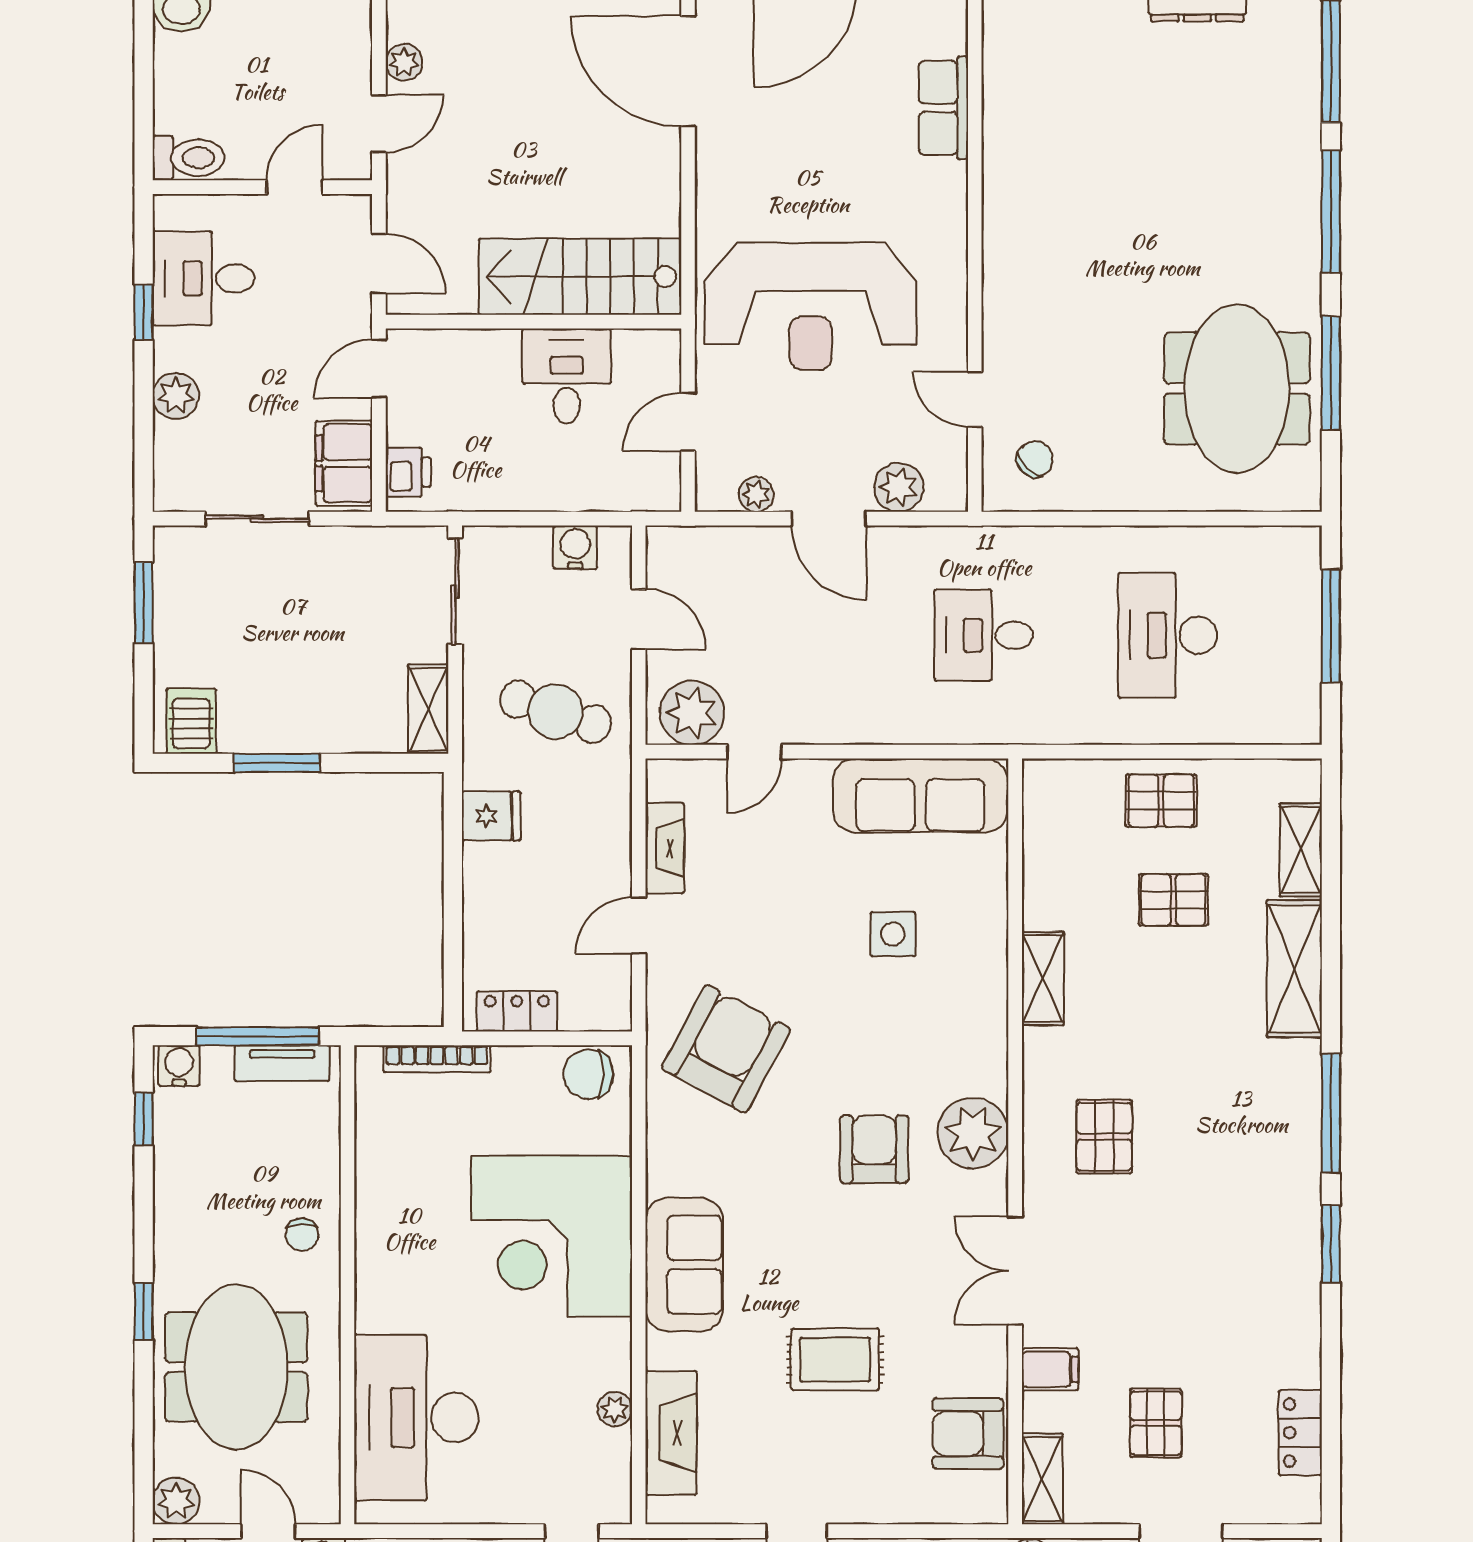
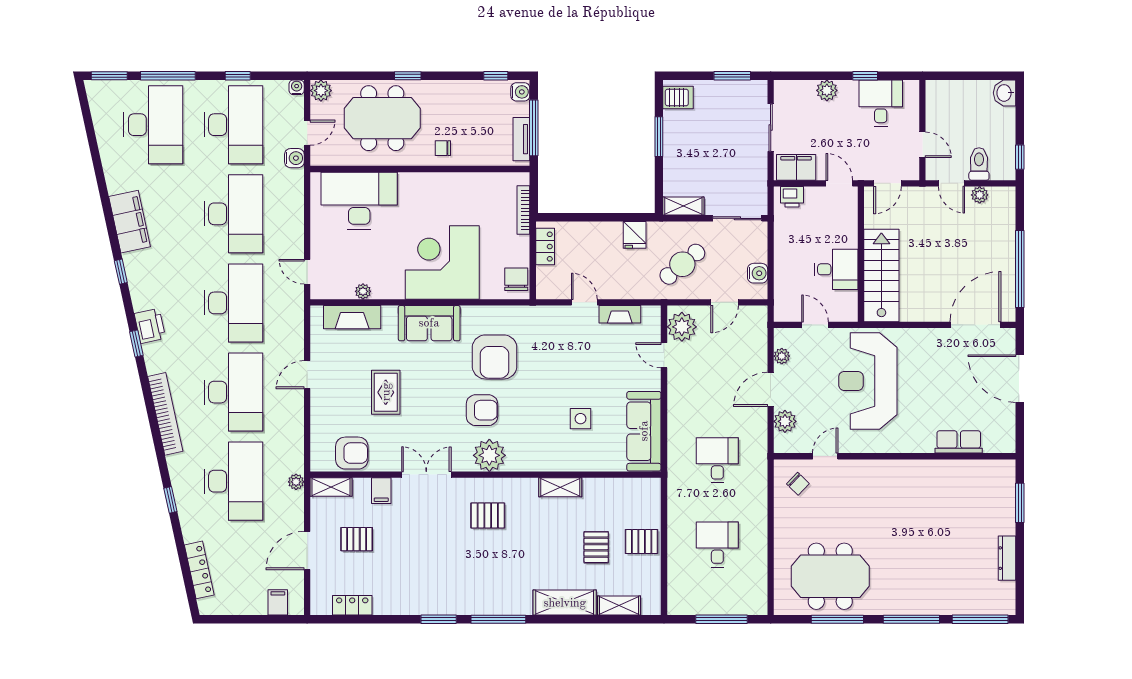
toilet: (188, 158) -> (979, 164), moved, turned 180
desk: (1168, 635) -> (717, 544), width x0.73
cafe table: (555, 712) -> (682, 264), turned 32
pallet: (1161, 801) -> (642, 542), turned 90
armchair: (726, 1049) -> (495, 357), moved, turned 62
armchair: (968, 1434) -> (352, 453), turned 90

